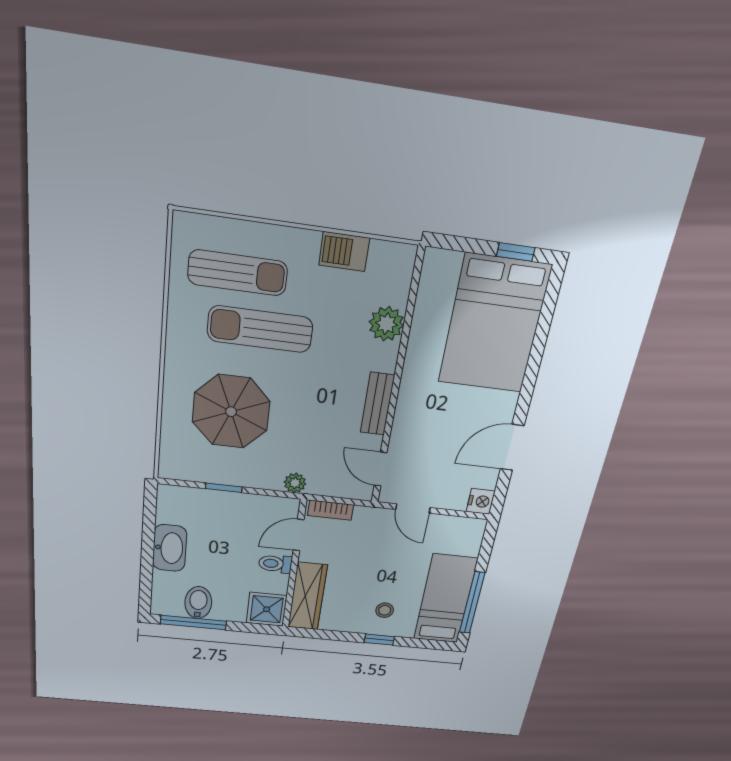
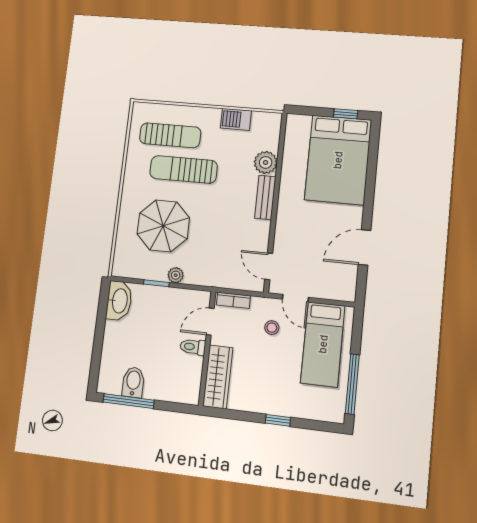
bench: (377, 404) -> (265, 197), moved
plant: (295, 483) -> (176, 275), moved
nightstand: (481, 501) -> (347, 292), removed
washbasin: (170, 548) -> (119, 301), moved
bed: (445, 599) -> (323, 344), moved, turned 180
shower: (267, 609) -> (186, 389), removed
stool: (385, 610) -> (272, 328), moved

